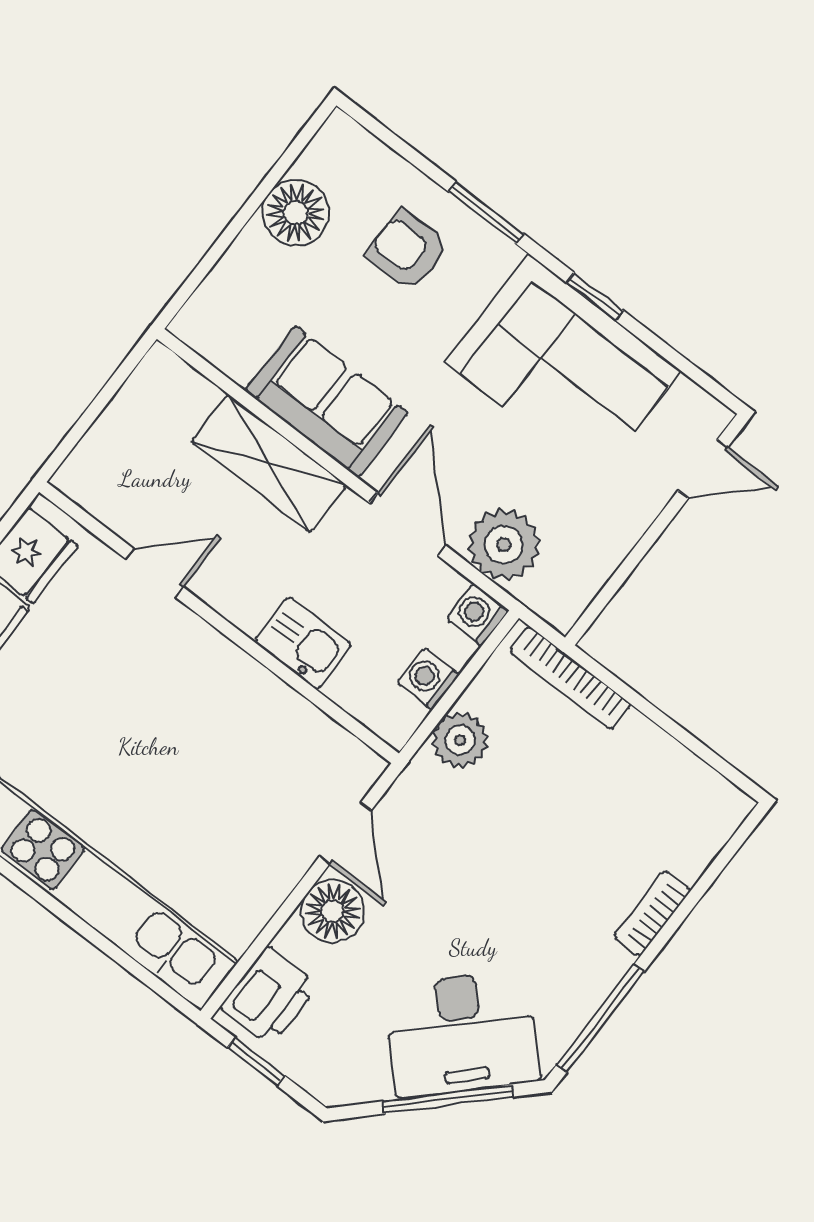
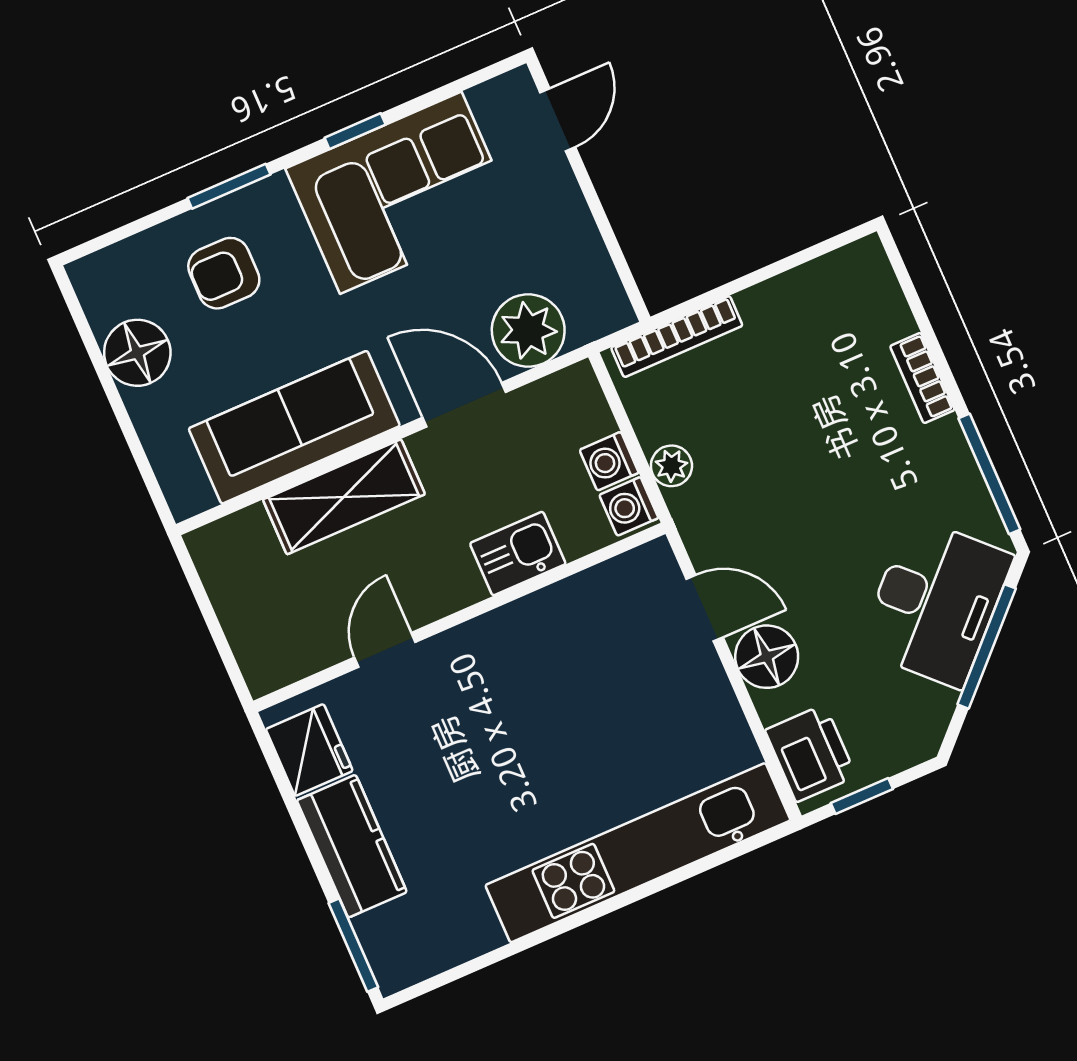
sofa: (327, 402) -> (294, 427), width x1.36
washing machine: (478, 614) -> (629, 506), moved
plant: (460, 740) -> (671, 466), width x0.73, depth x0.73

